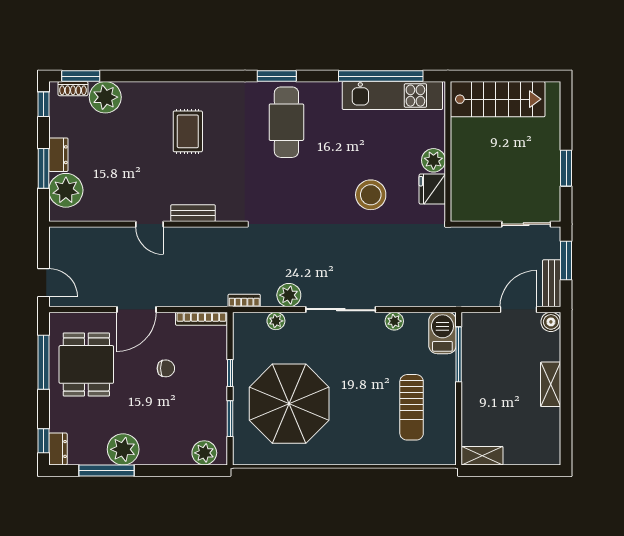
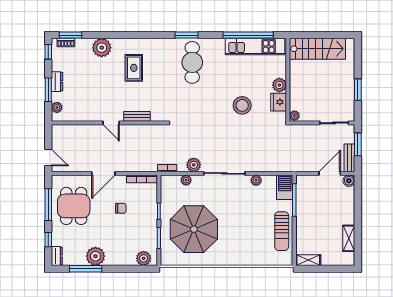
plant: (105, 97) -> (102, 48), moved
plant: (66, 190) -> (57, 107), width x0.53, depth x0.53
plant: (459, 212) -> (294, 116), added
shelving: (551, 384) -> (349, 238), moved
sun lounger: (412, 407) -> (282, 231), moved
window: (44, 441) -> (48, 240), moved

